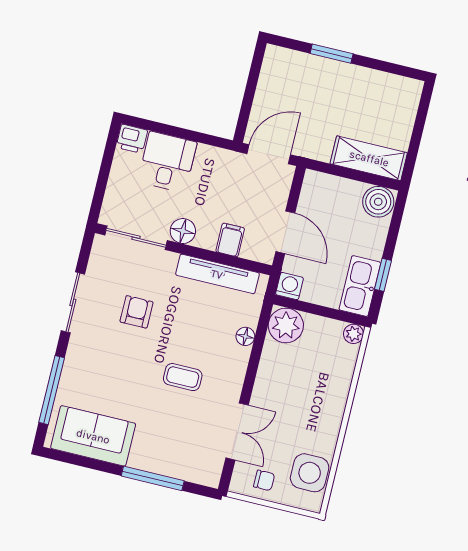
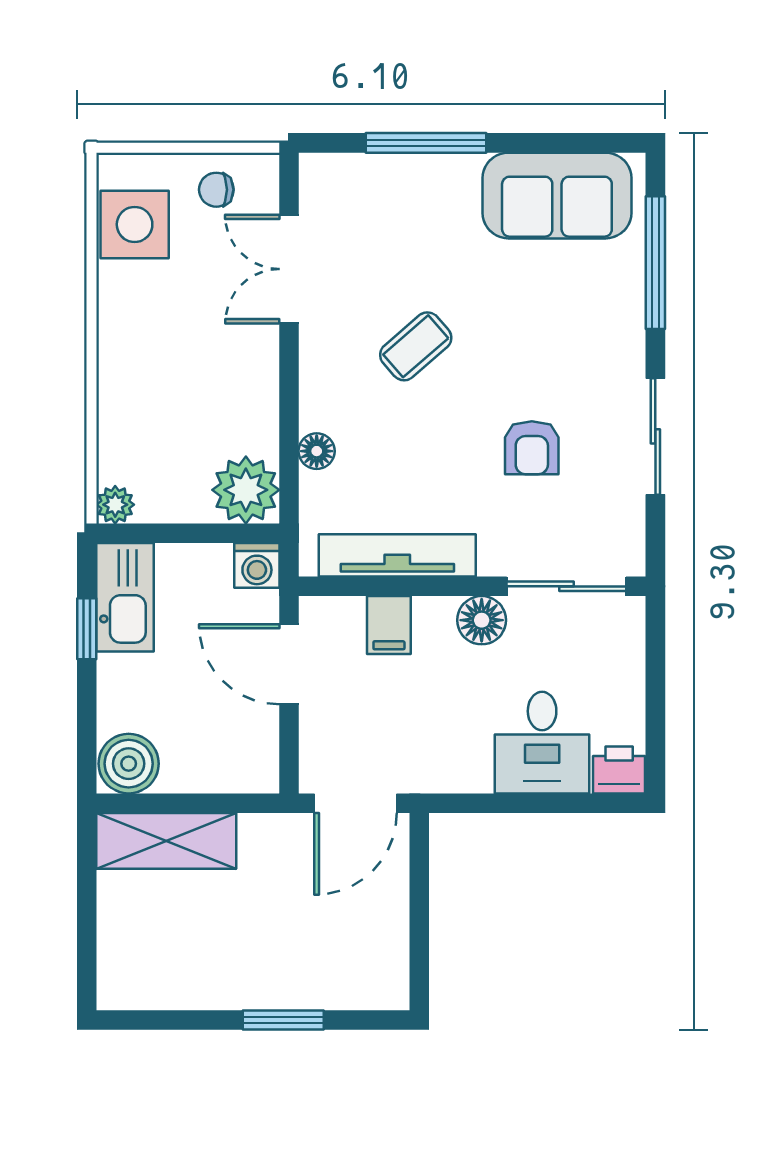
coffee table: (183, 377) -> (416, 346), turned -41

